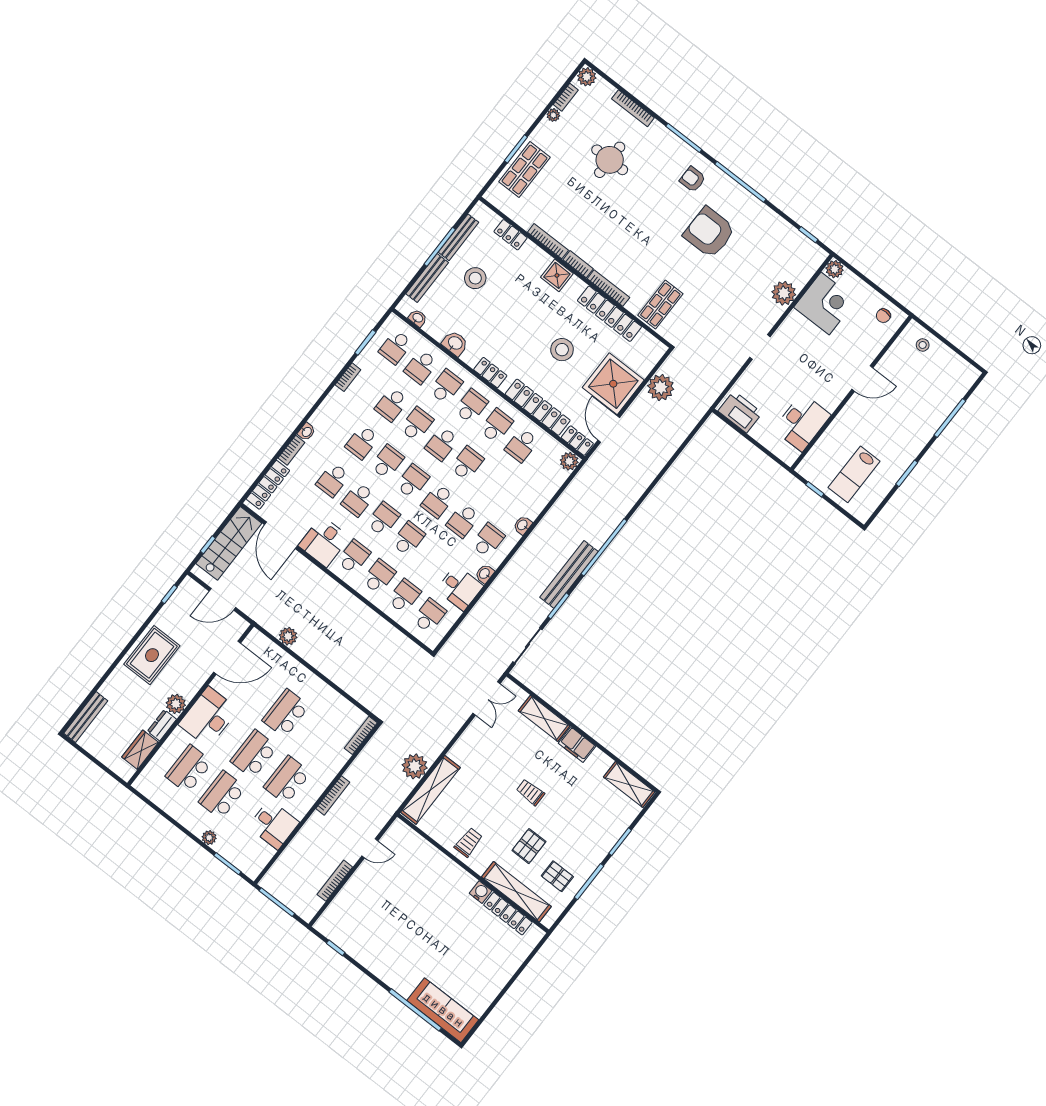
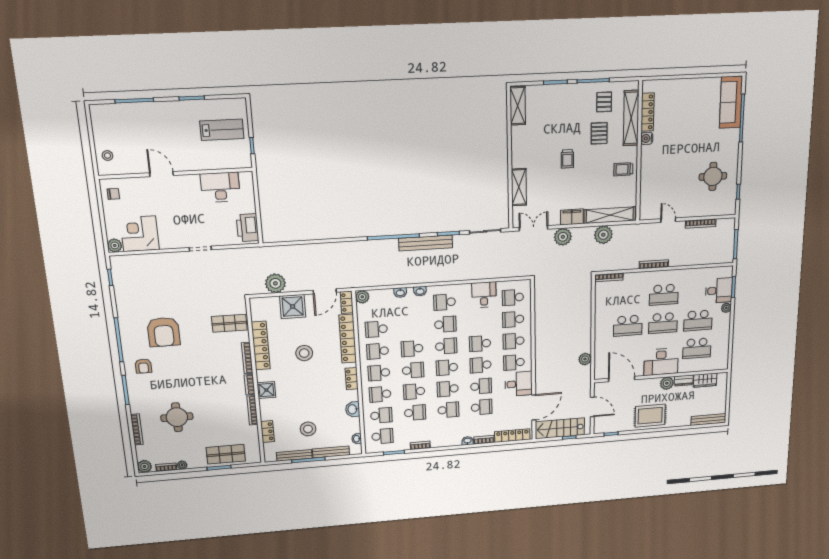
plant: (784, 293) -> (563, 237), moved
shower: (613, 384) -> (293, 307), width x0.73, depth x0.73
school desk: (522, 445) -> (376, 329), turned 180
washbasin: (485, 574) -> (400, 293), moved
filing cabinet: (577, 745) -> (572, 217), moved, turned -90
desk: (274, 824) -> (719, 291), moved, turned 90
pallet: (529, 846) -> (599, 133), turned 90
round table: (377, 933) -> (713, 176), added

